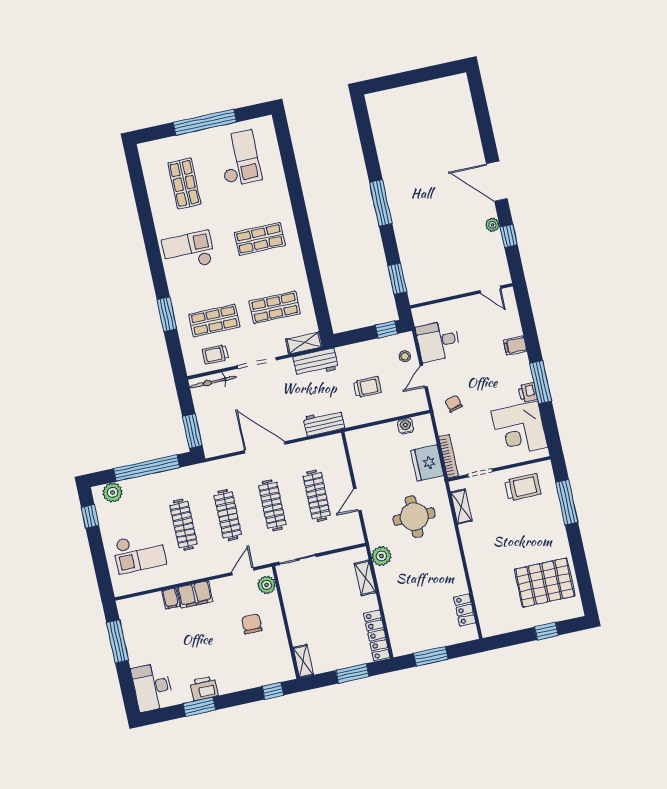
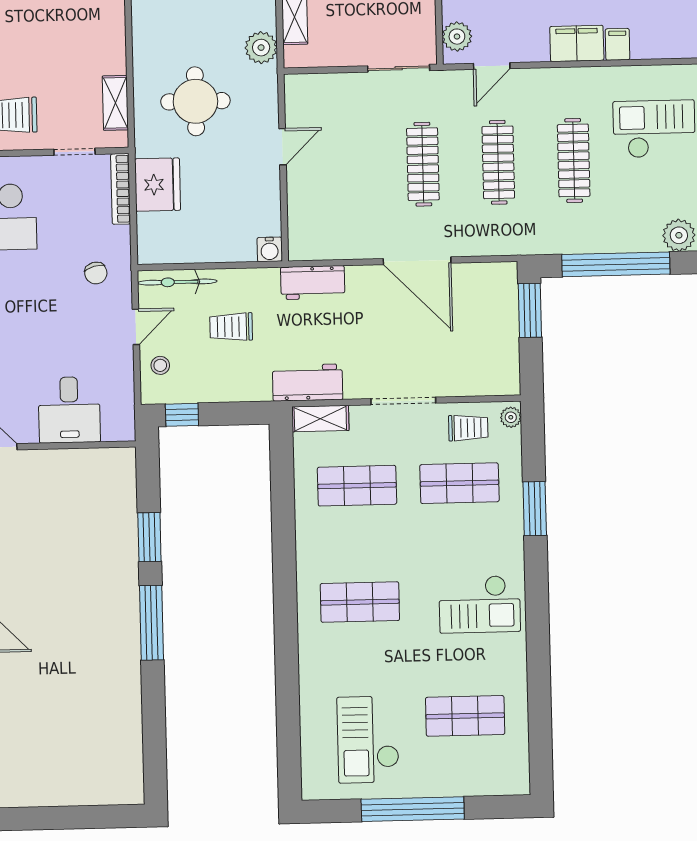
shop shelf: (184, 183) -> (465, 716), turned 90
window: (397, 279) -> (149, 537), moved
desk: (438, 341) -> (69, 410), moved, turned 90
plant: (191, 365) -> (511, 417), added
bicycle: (213, 382) -> (177, 282), moved, turned 180
water cooler: (406, 426) -> (270, 249), moved
clothes rail: (317, 496) -> (348, 166), removed

